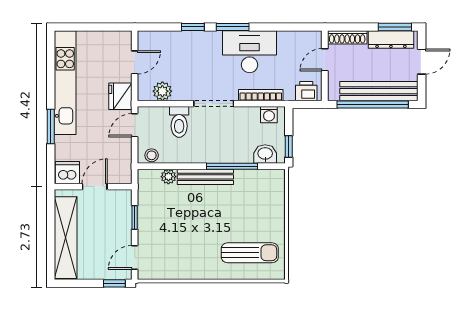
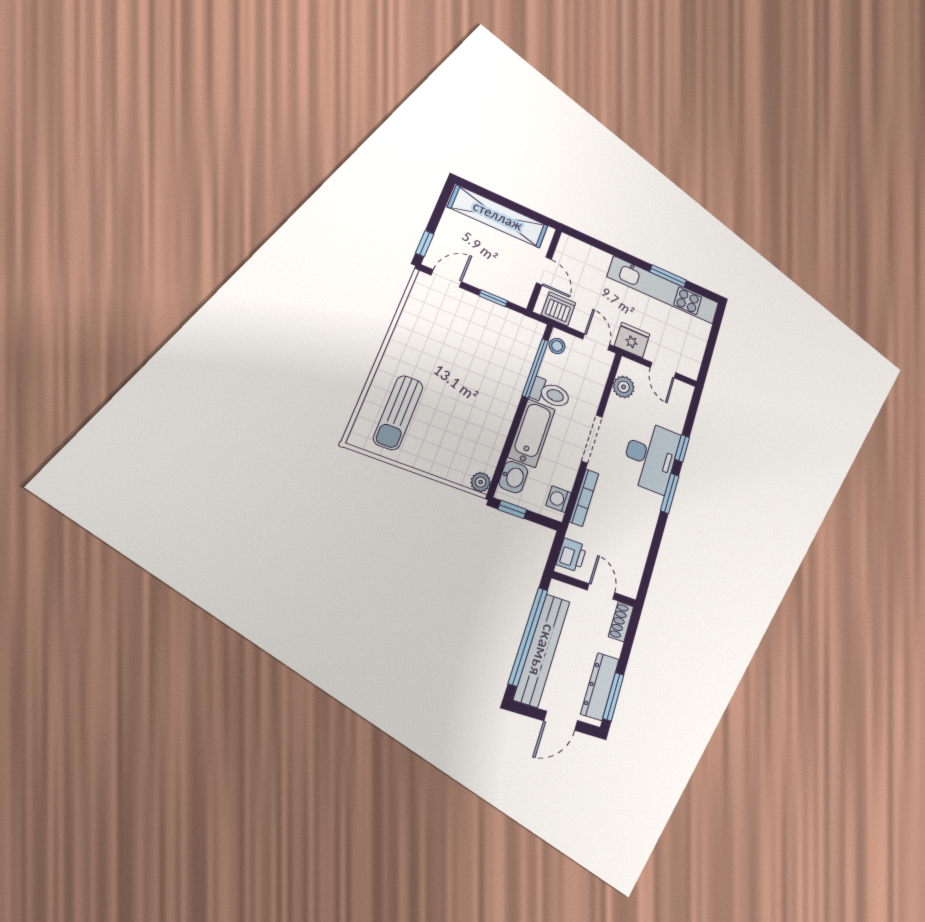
shoe rack: (347, 37) -> (621, 622), width x0.70
desk: (250, 52) -> (650, 456), moved
door: (422, 62) -> (561, 721), hinge flipped
toilet: (179, 122) -> (550, 394), moved, turned 180
window: (51, 127) -> (668, 276), moved
bathtub: (227, 152) -> (532, 433), added
window: (232, 166) -> (535, 368), moved
dishwasher: (67, 173) -> (559, 309), moved, turned -90
plant: (168, 177) -> (481, 482), moved
bench: (205, 177) -> (511, 396), removed
door: (135, 257) -> (446, 278), hinge flipped

